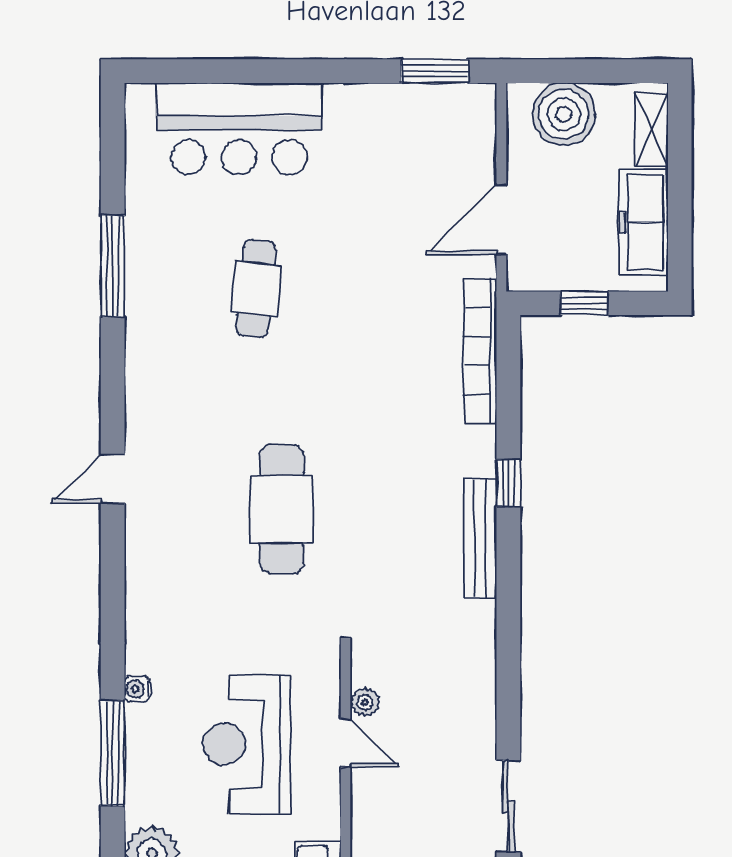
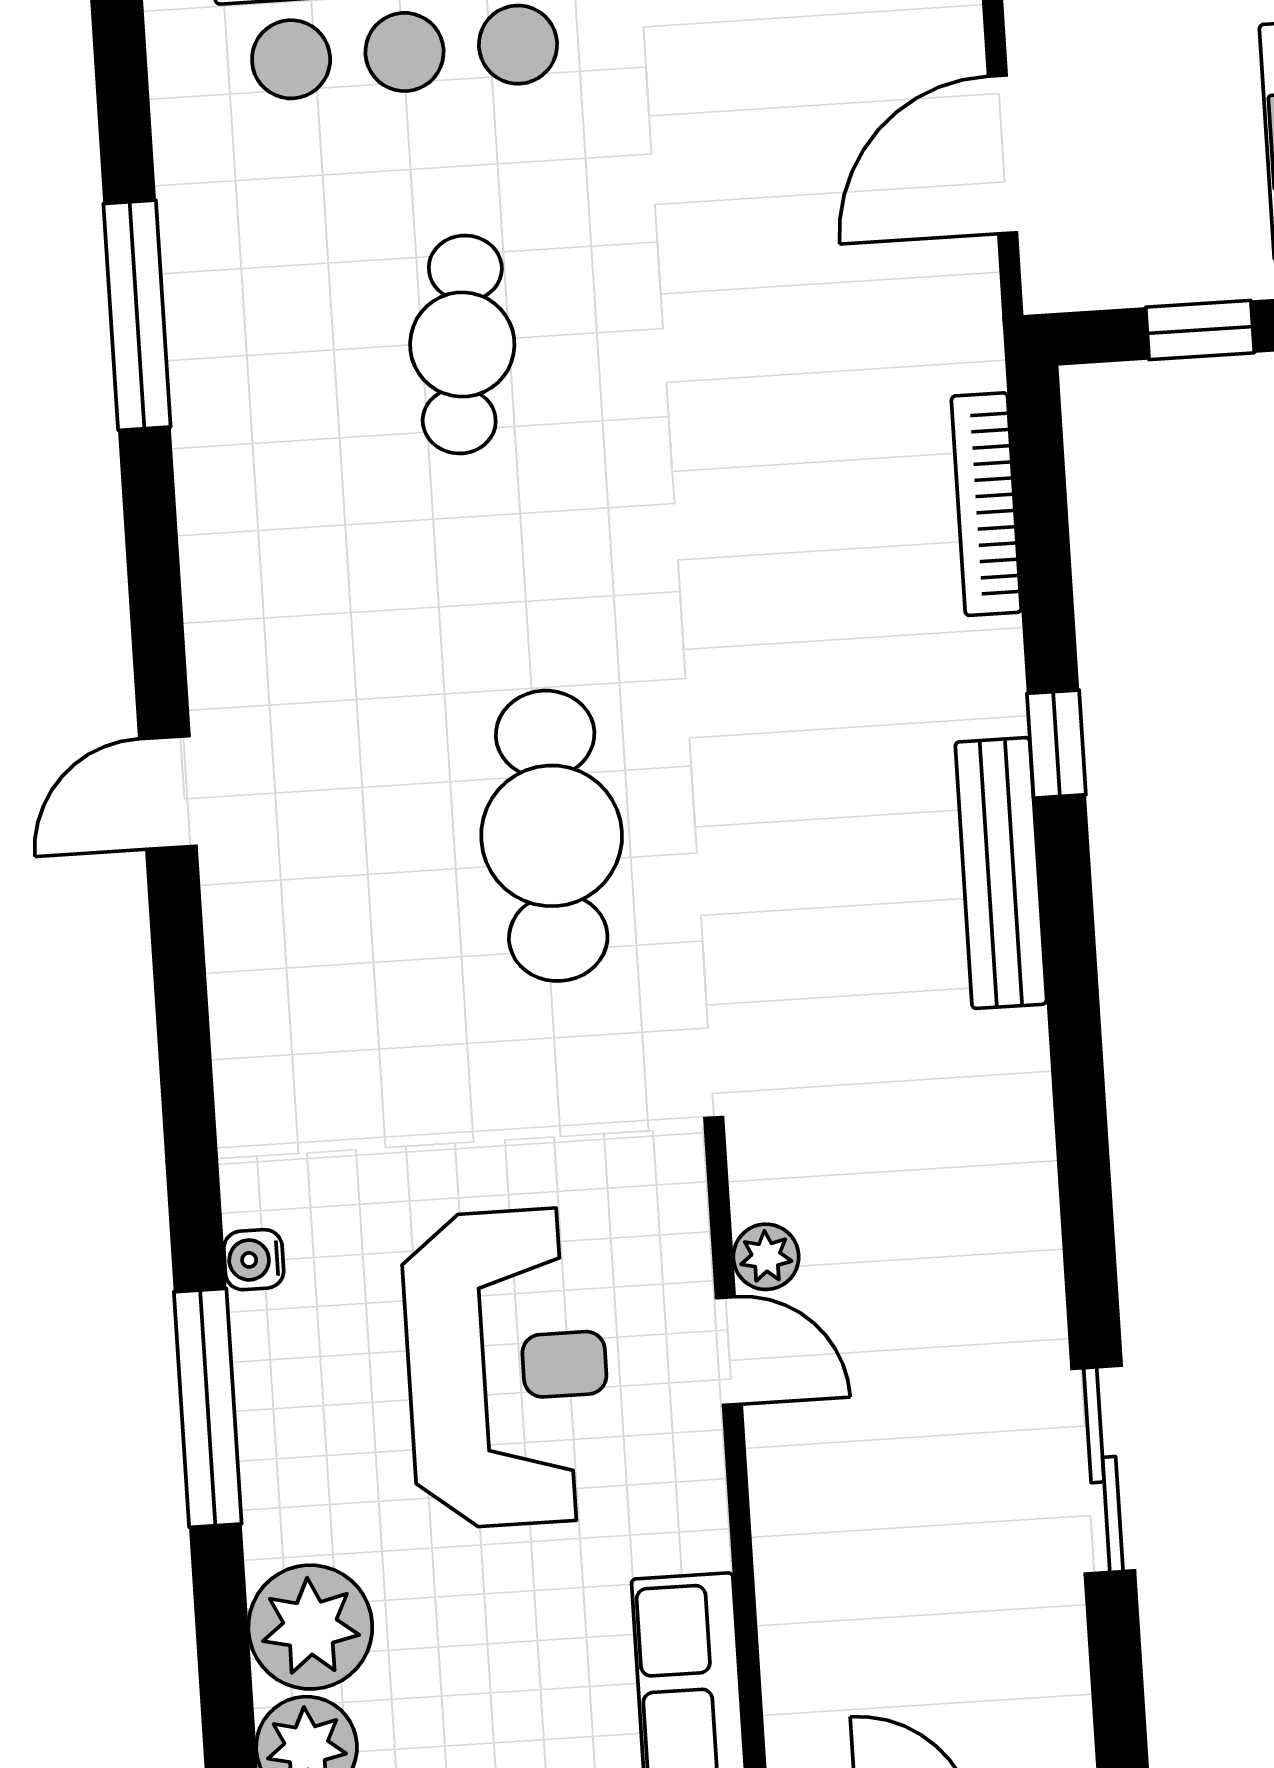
bookcase: (480, 351) -> (986, 504), width x0.68, depth x0.76
reception desk: (247, 744) -> (507, 1368), turned 180

